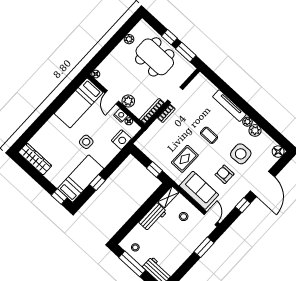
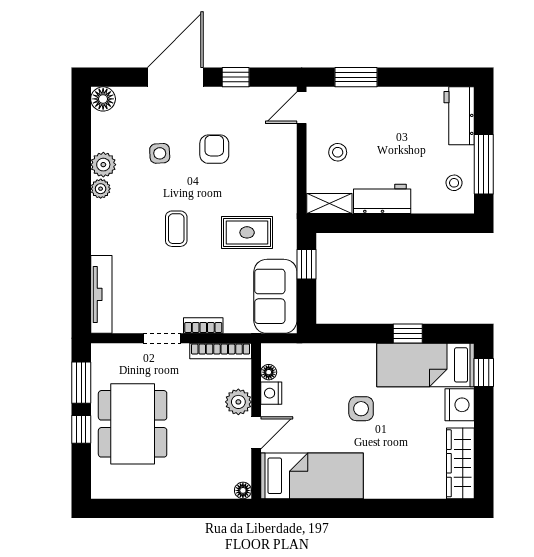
plant: (129, 39) -> (142, 489), removed
tv unit: (229, 106) -> (101, 294), moved
nightstand: (121, 140) -> (460, 405), moved, turned 90
side table: (241, 154) -> (160, 153), width x0.54, depth x0.54
armchair: (225, 174) -> (214, 149), turned 180
sofa: (199, 190) -> (275, 296), moved

